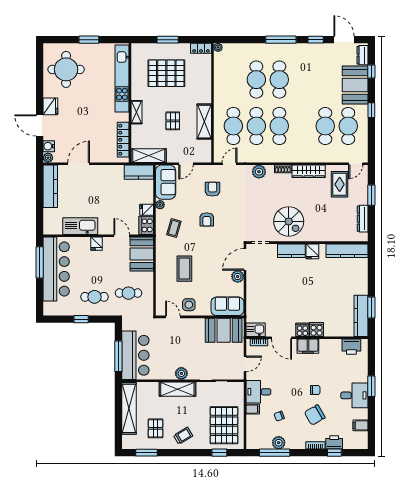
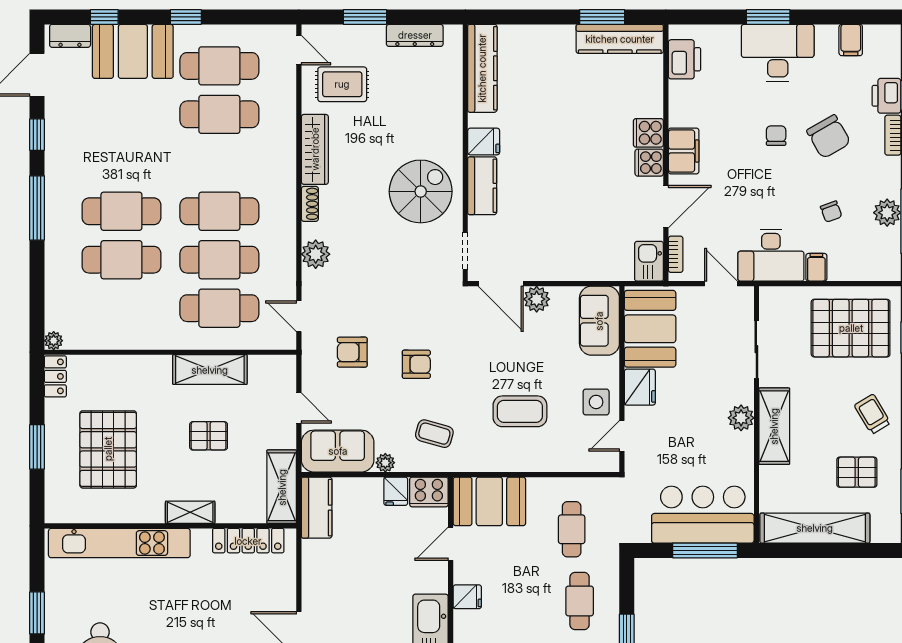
fridge: (196, 325) -> (640, 387), added
desk: (258, 392) -> (771, 255), width x1.37
desk: (354, 395) -> (778, 53), width x1.37

